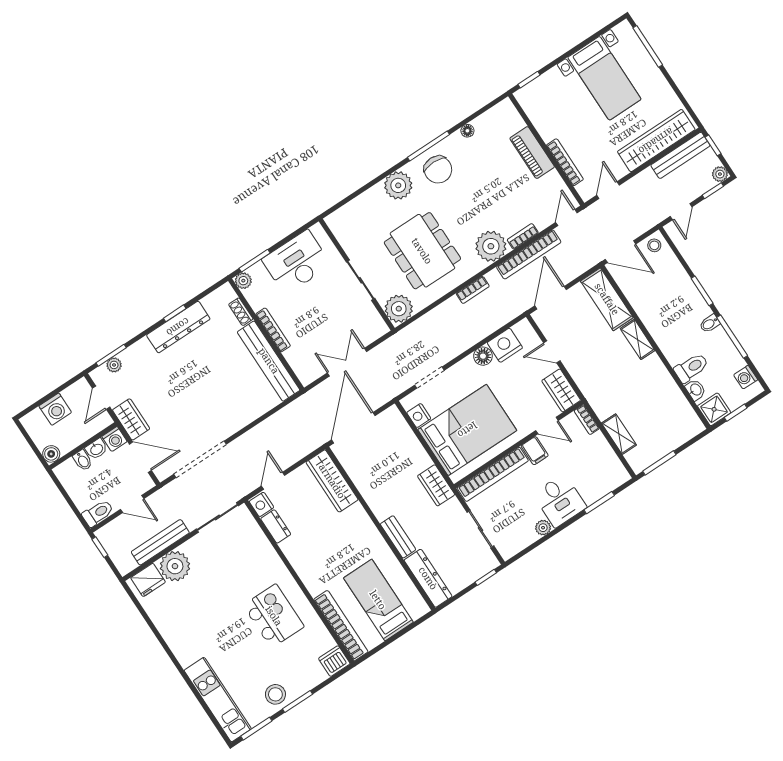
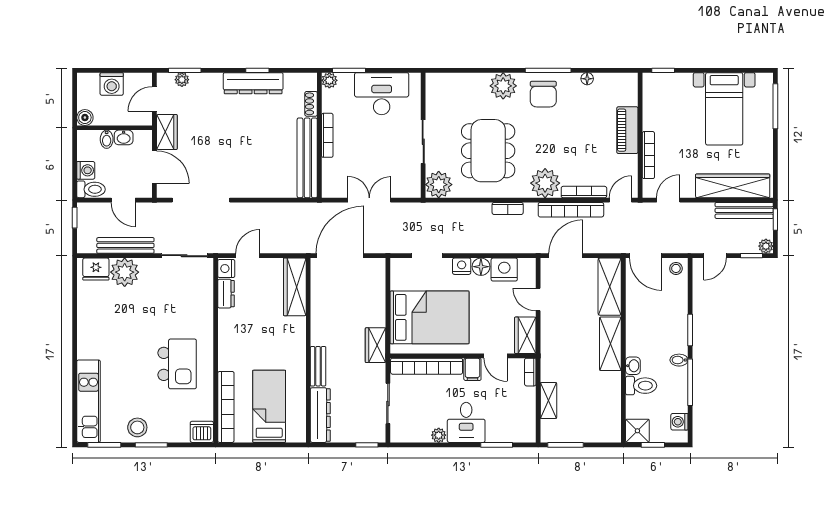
bookcase: (523, 236) -> (584, 192), width x1.56
shelving: (638, 339) -> (610, 344), width x1.50, depth x1.33
washbasin: (695, 390) -> (633, 366), moved
nightstand: (419, 416) -> (462, 266), moved, turned 90
washing machine: (114, 439) -> (86, 170), moved, turned -90

